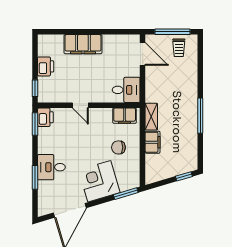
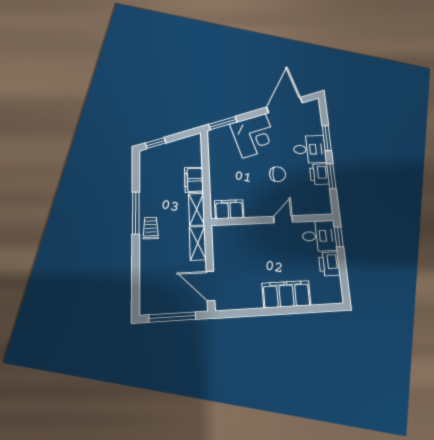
trolley: (179, 48) -> (151, 228), moved
shelving: (151, 88) -> (198, 243), added
desk: (126, 90) -> (319, 236), moved, turned 180
door: (80, 105) -> (283, 219), hinge flipped
printer: (45, 117) -> (319, 174), moved
window: (35, 124) -> (331, 176), moved
chair: (118, 147) -> (278, 174), moved

